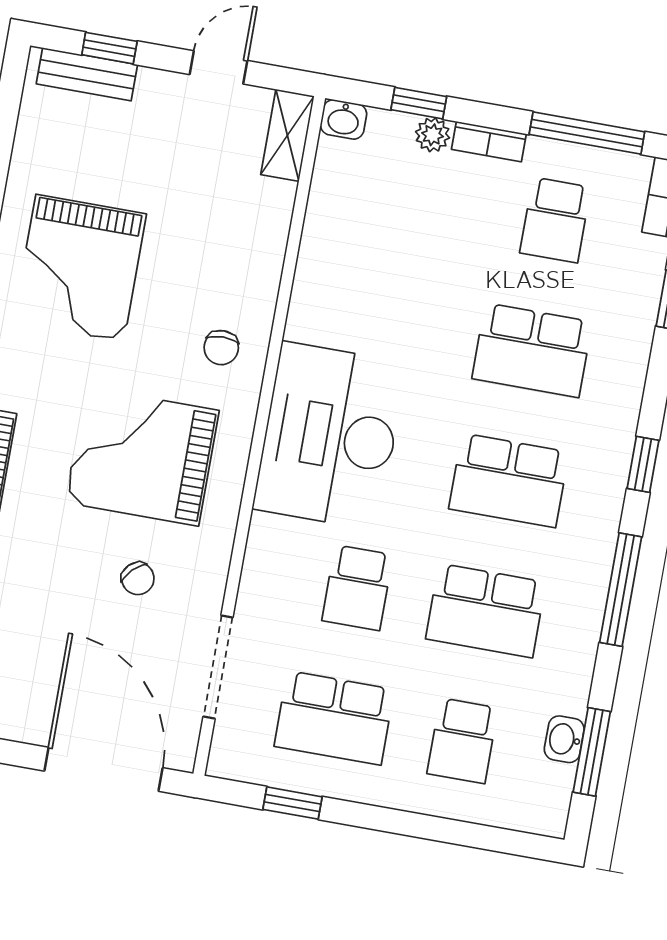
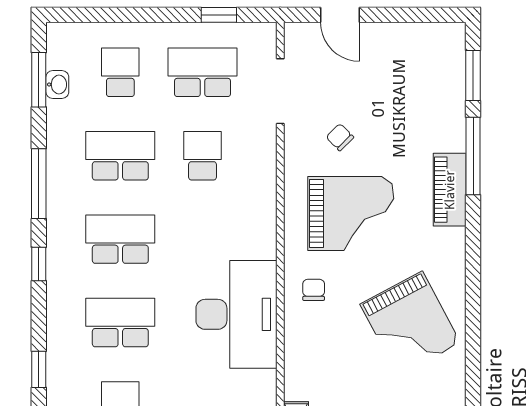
grand piano: (80, 268) -> (410, 324), turned 152
desk: (330, 436) -> (236, 314), moved
door: (104, 769) -> (340, 15), width x0.53

